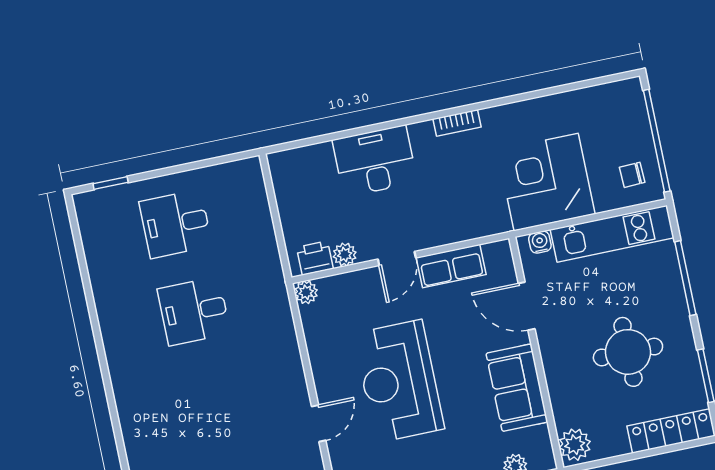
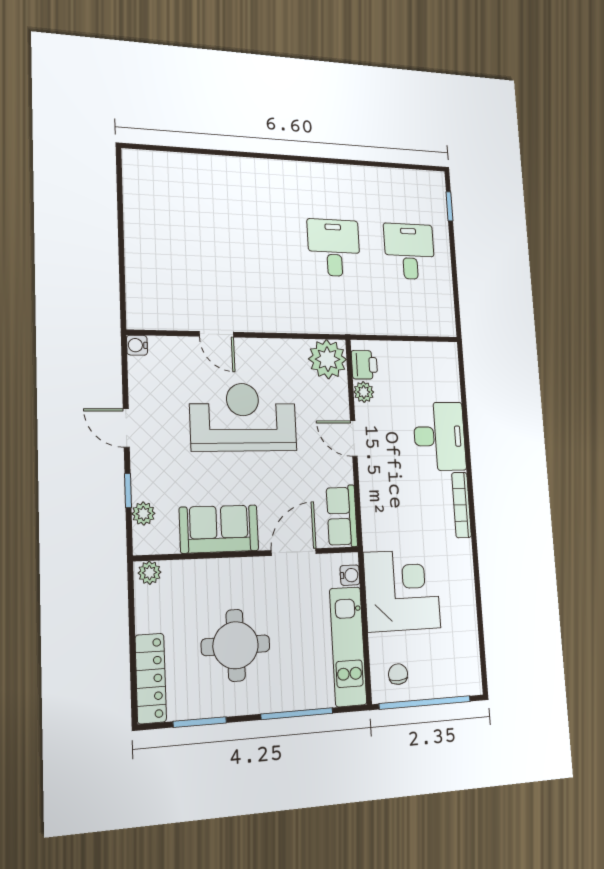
bookcase: (457, 123) -> (461, 505), width x1.56
row of seats: (451, 266) -> (342, 516), moved
plant: (306, 292) -> (328, 359), width x1.87, depth x1.87
plant: (575, 445) -> (150, 573), width x0.73, depth x0.73

